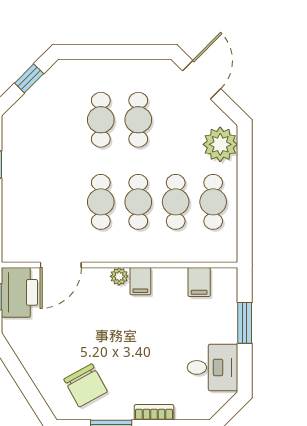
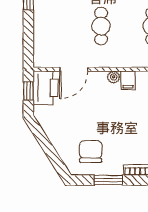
cafe table: (138, 202) -> (127, 26), removed
chair: (86, 385) -> (91, 151), turned -151

